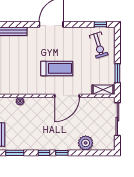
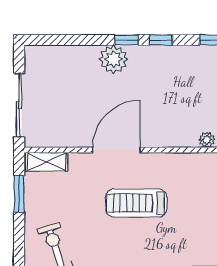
plant: (86, 143) -> (114, 59), moved

